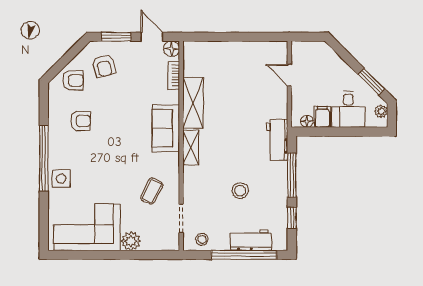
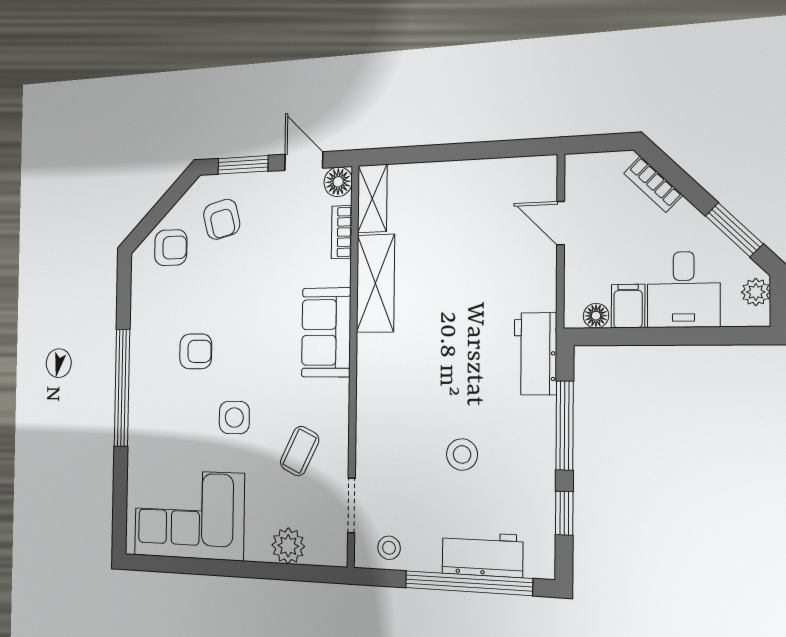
bookcase: (334, 58) -> (653, 184), added
armchair: (81, 121) -> (196, 351), moved
shelving: (191, 147) -> (372, 199), moved
side table: (61, 179) -> (234, 418), moved
plant: (131, 241) -> (288, 546), moved

